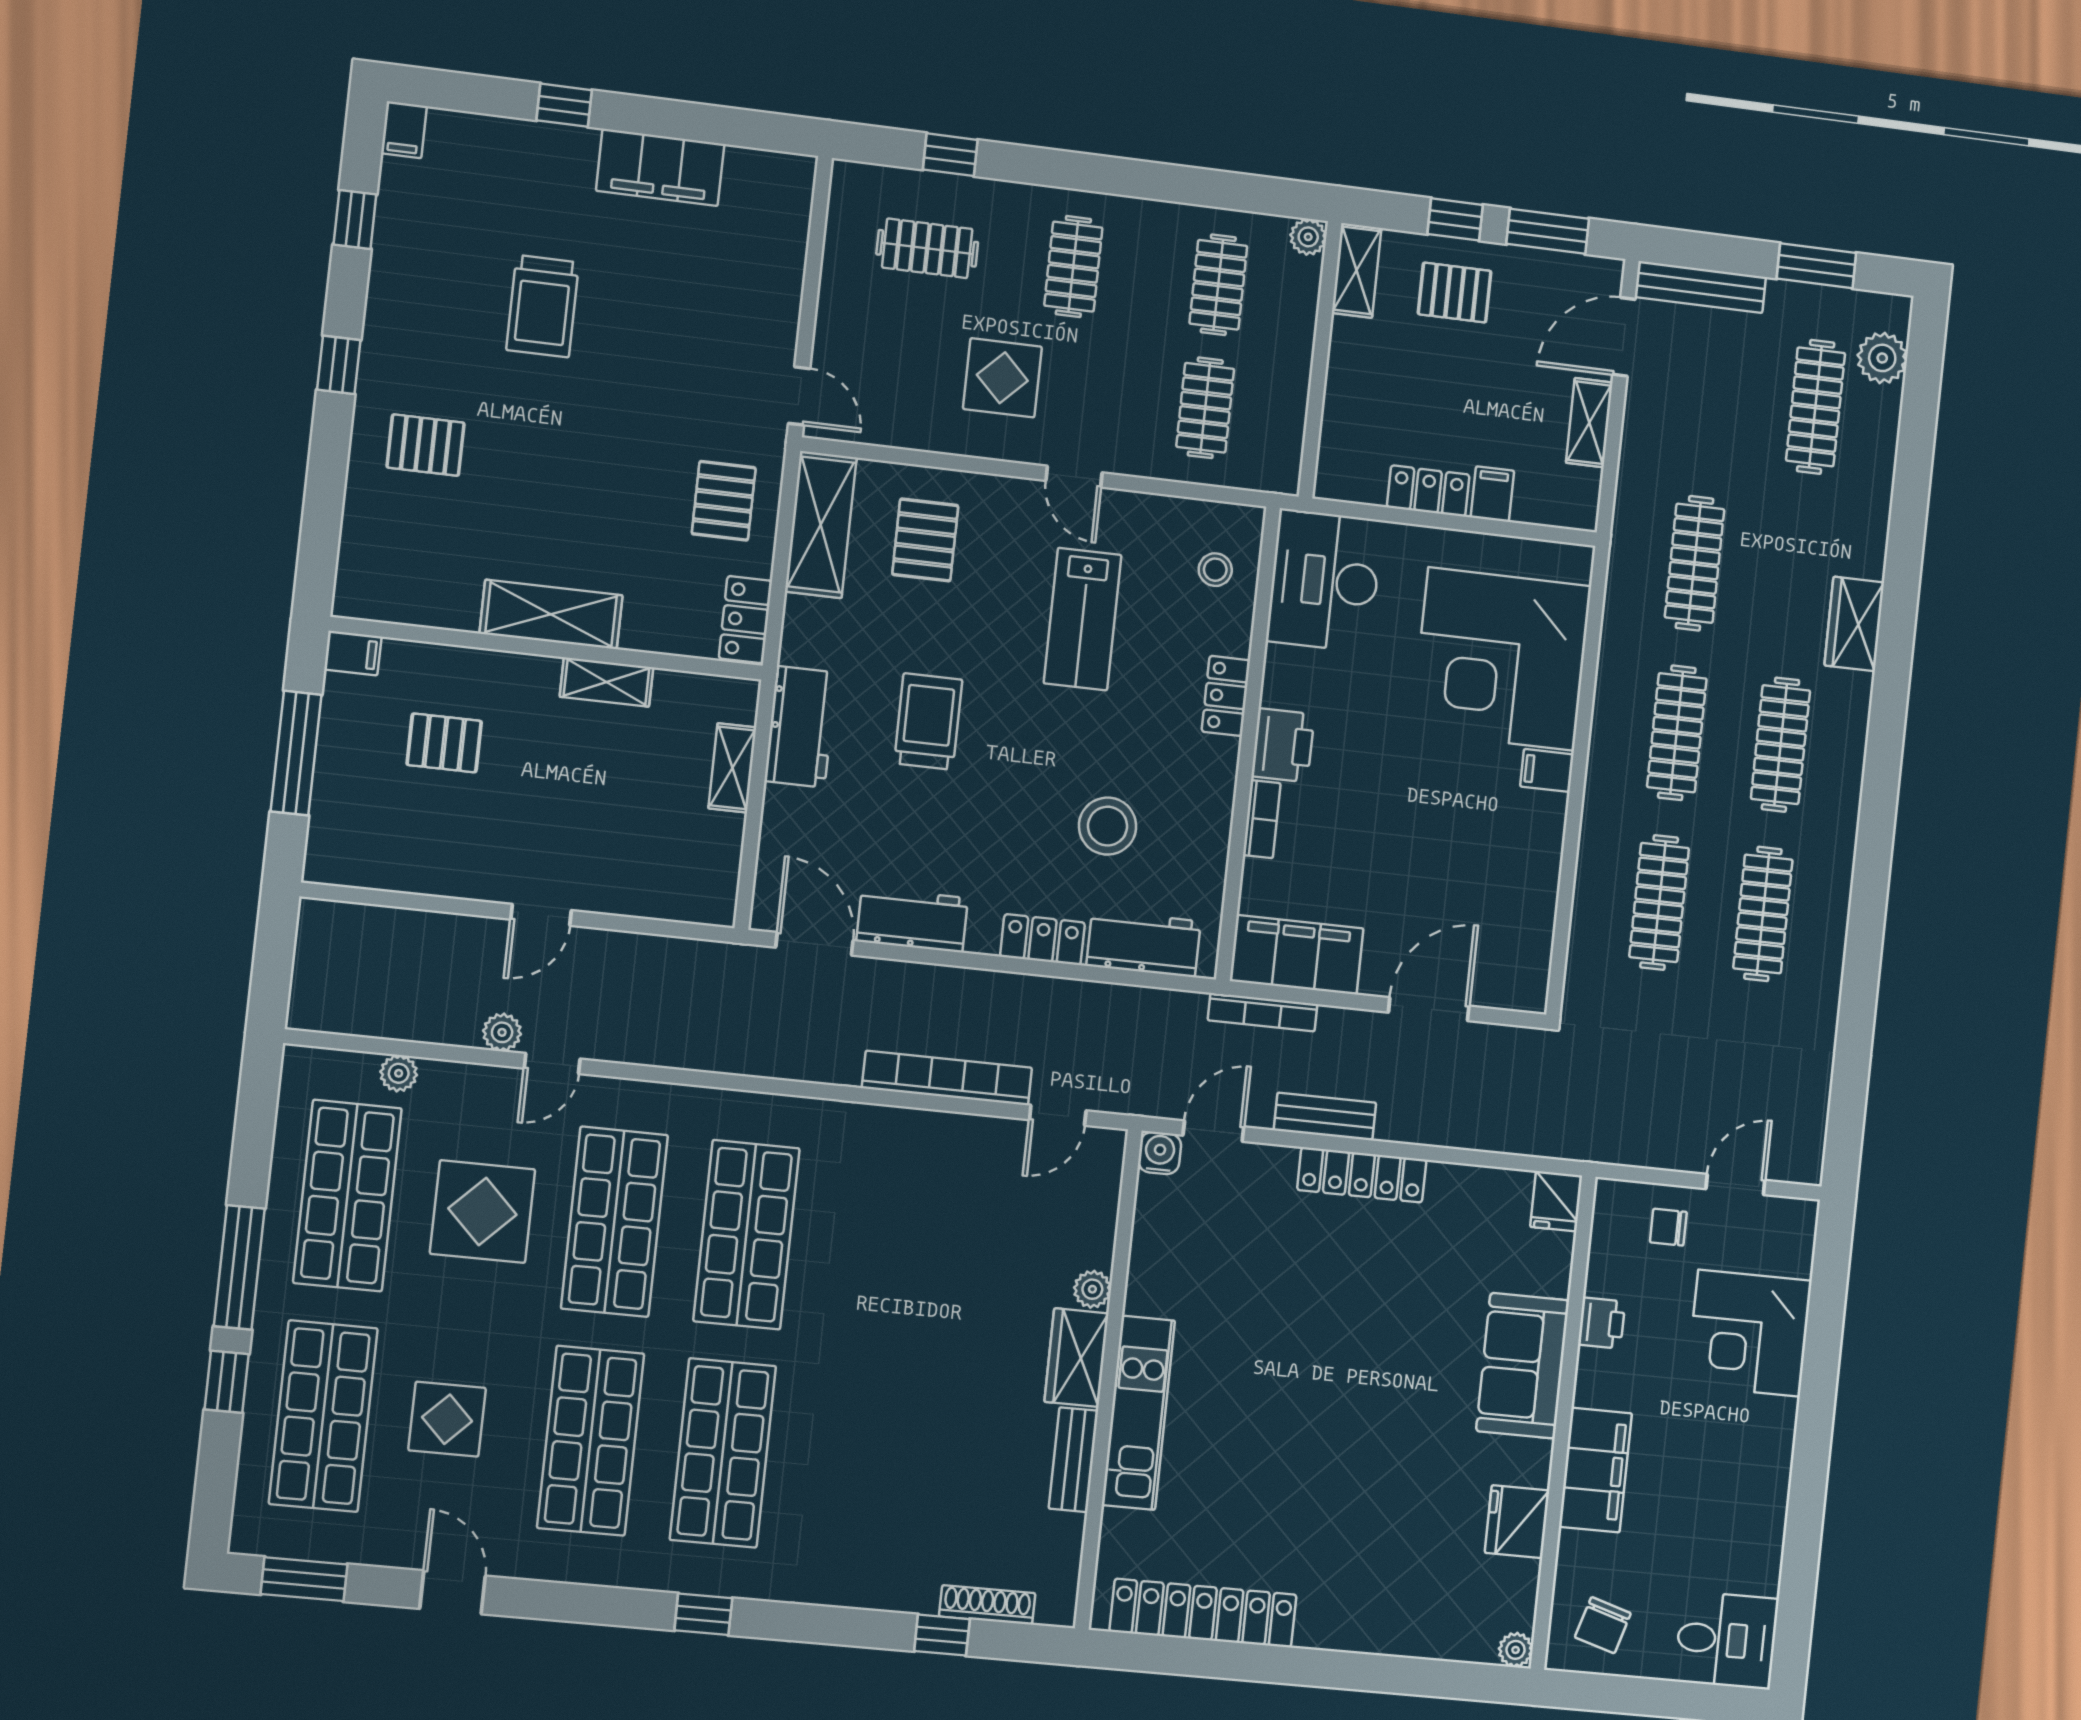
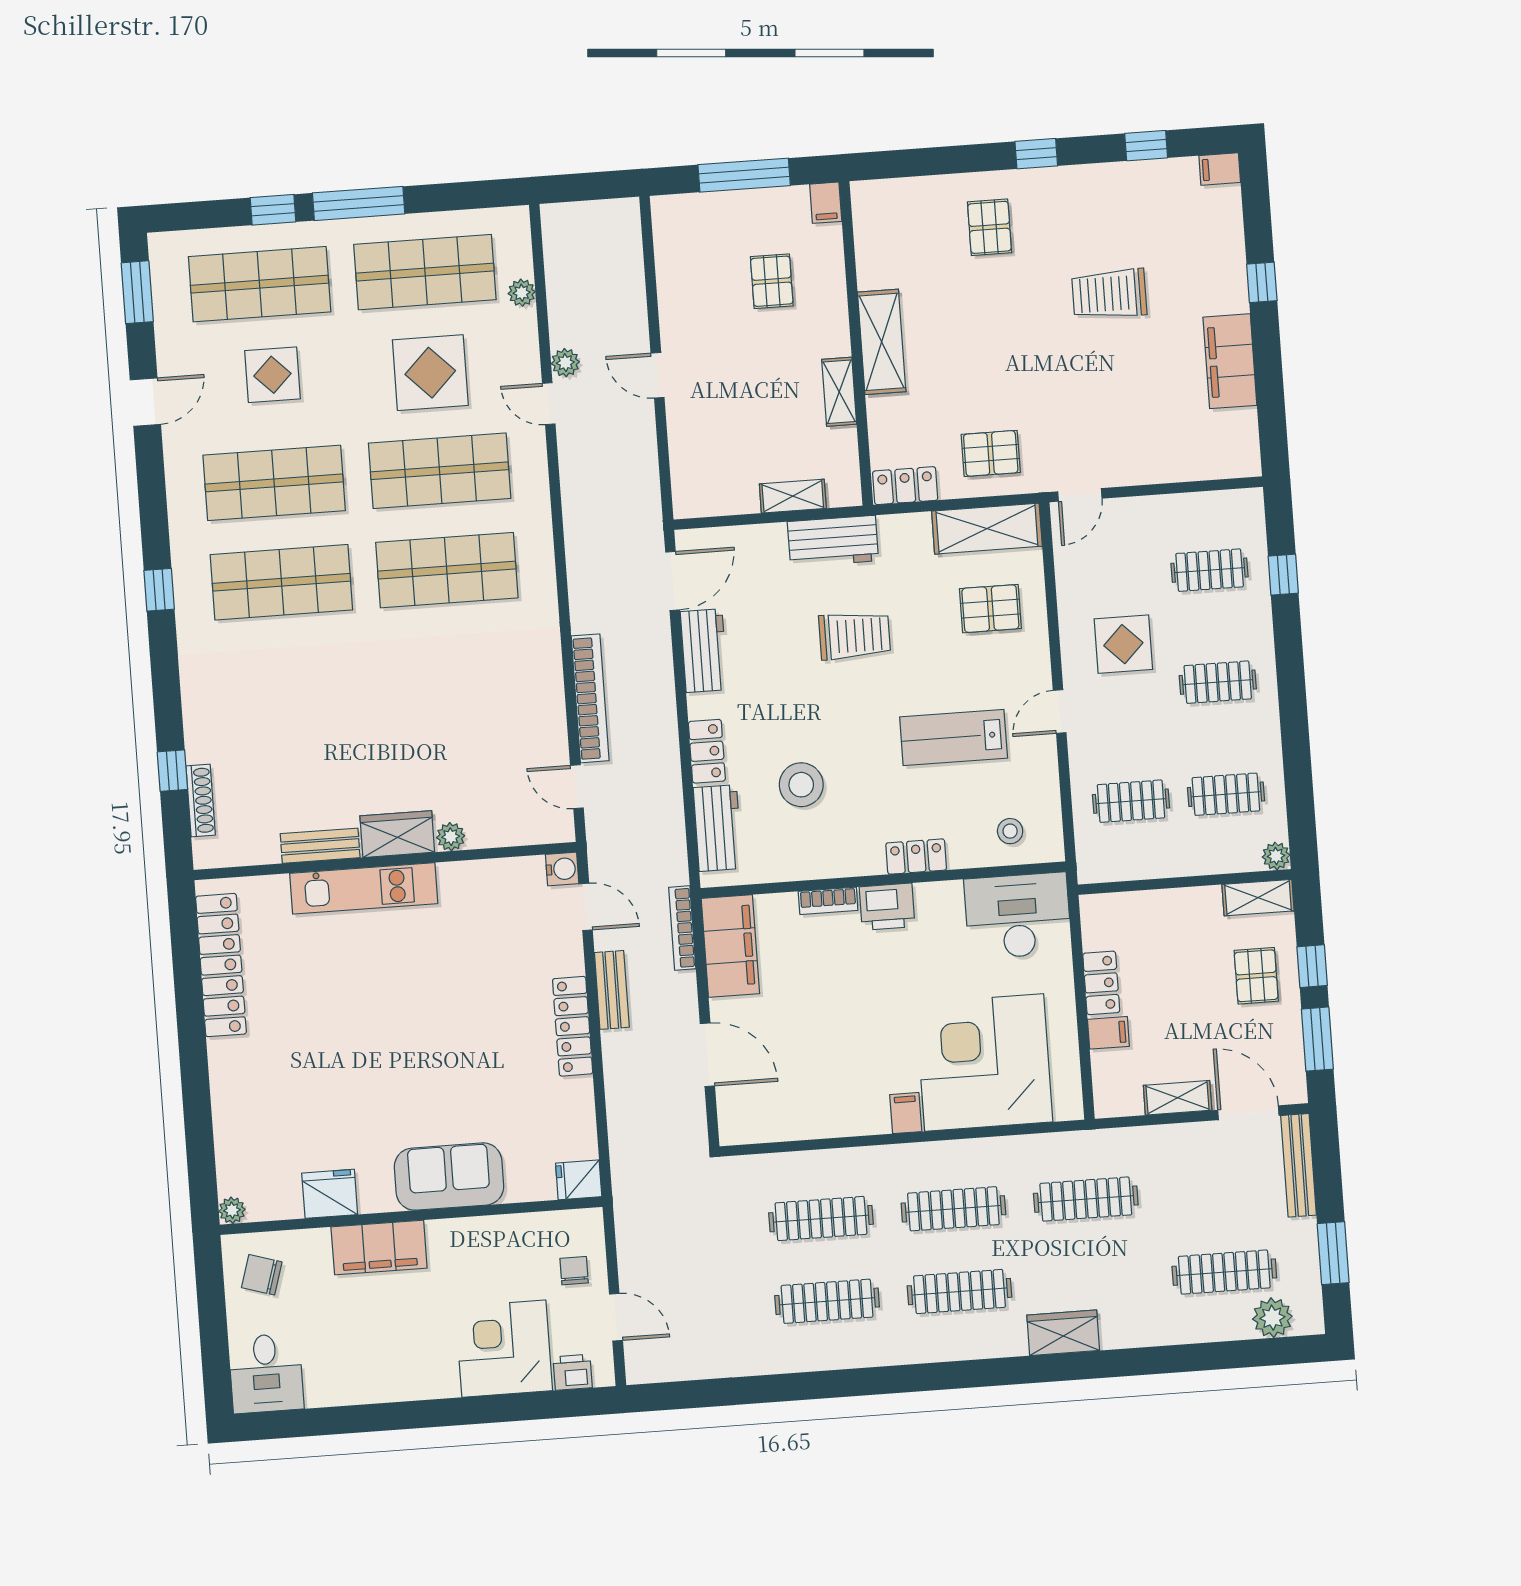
clothes rail: (927, 248) -> (1210, 570), turned 90
printer: (1602, 1323) -> (573, 1372), moved, turned 180

